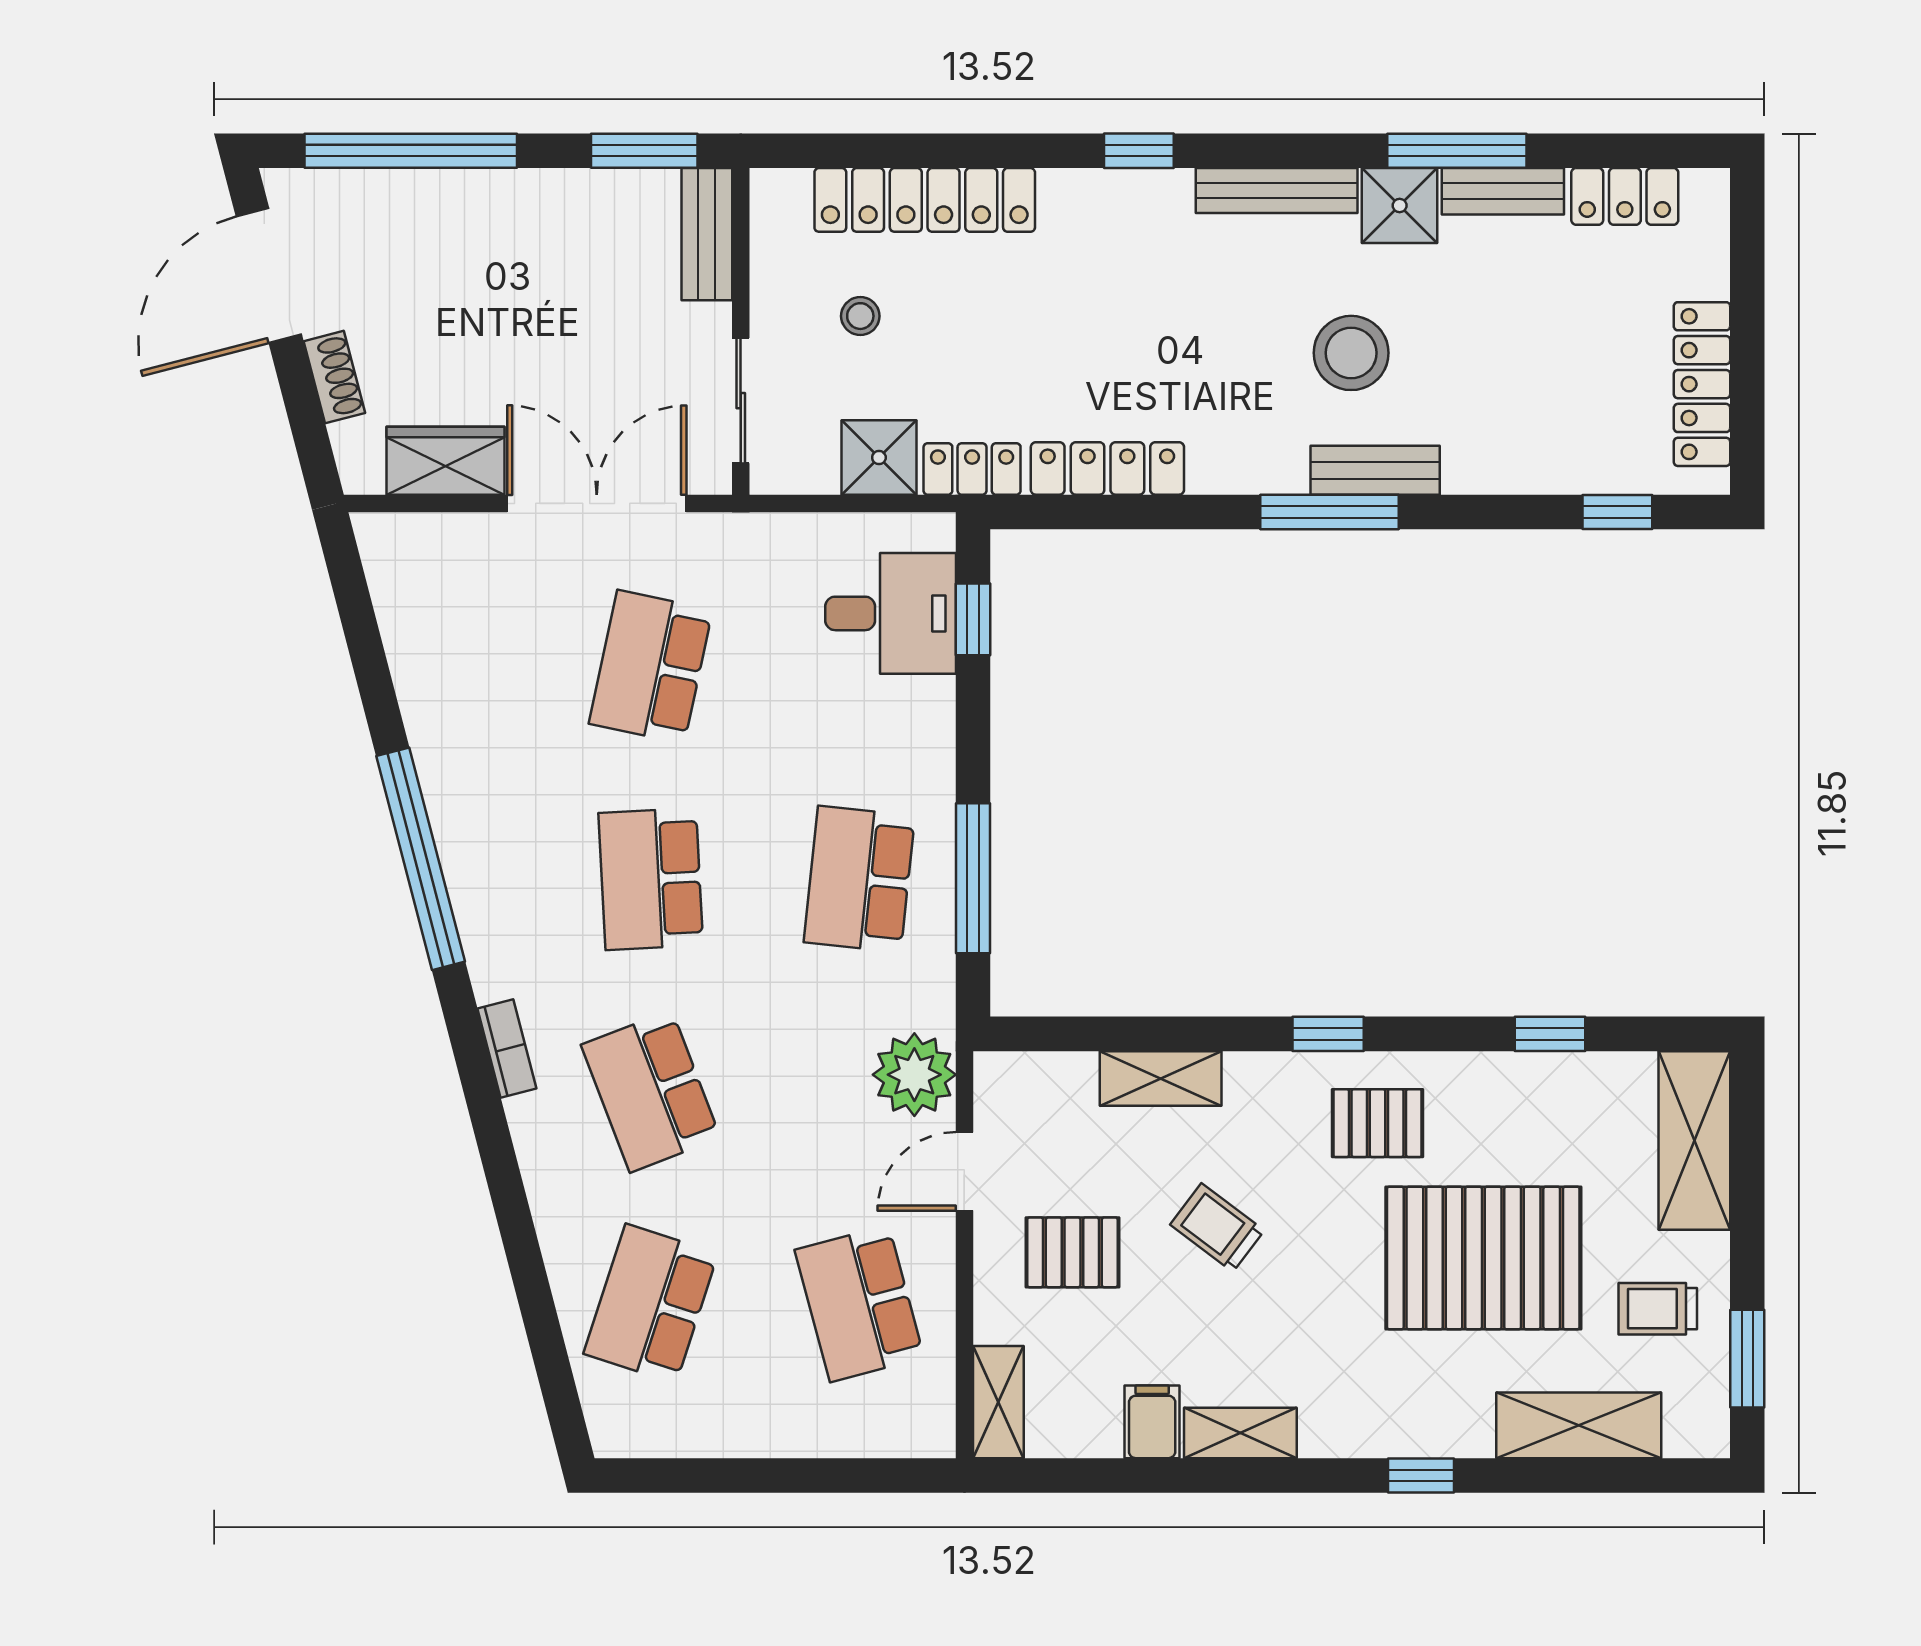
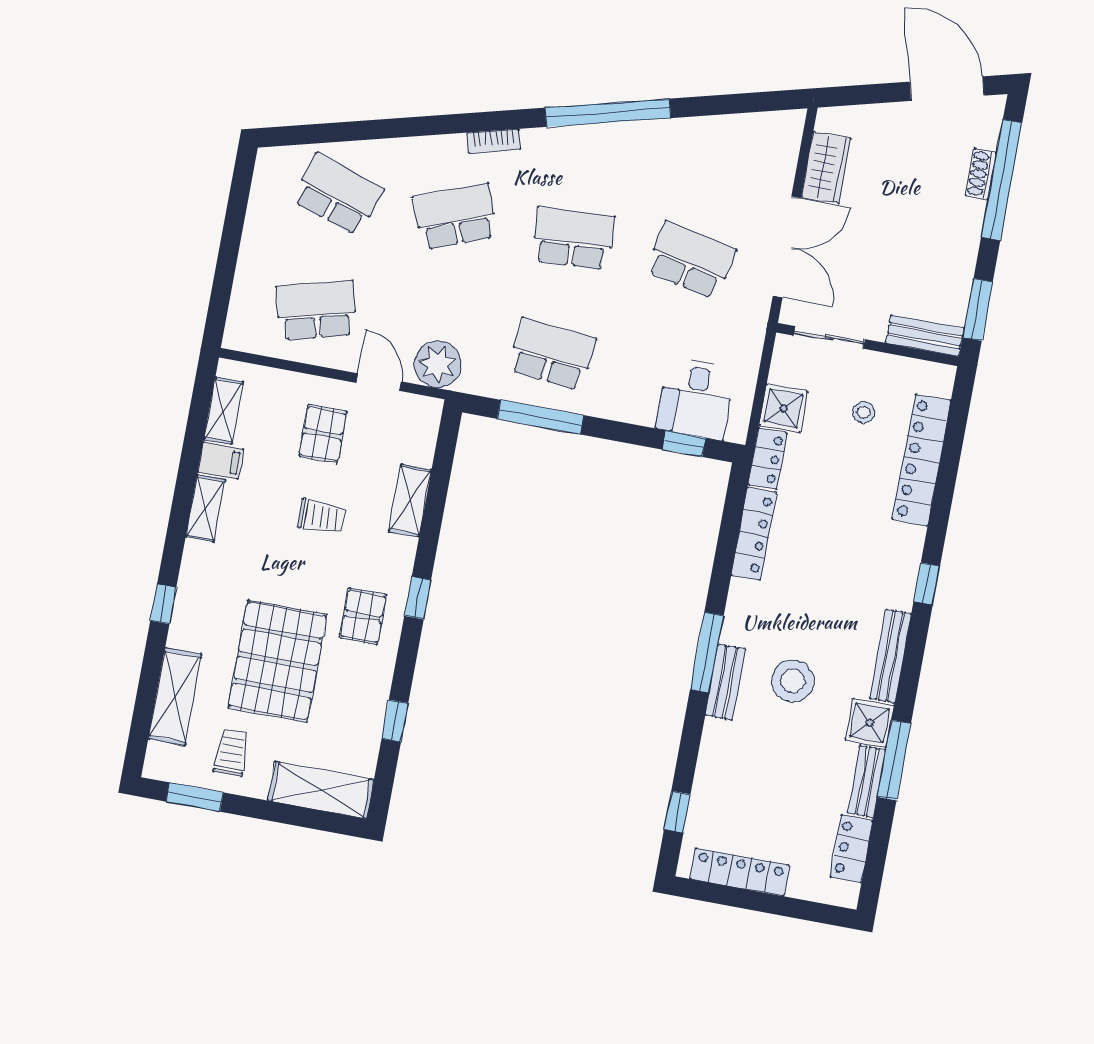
shoe rack: (334, 377) -> (981, 174), moved, turned 105
trolley: (1217, 1227) -> (322, 517), turned 53
shelving: (998, 1402) -> (224, 411), moved, turned 90

